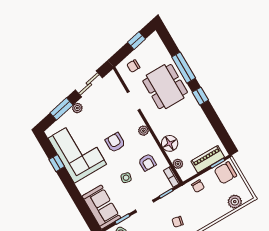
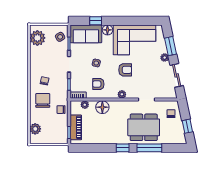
window: (57, 163) -> (96, 21), moved
chair: (225, 173) -> (43, 100), moved
floor lamp: (84, 186) -> (107, 30), added

